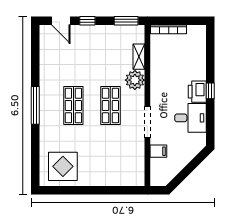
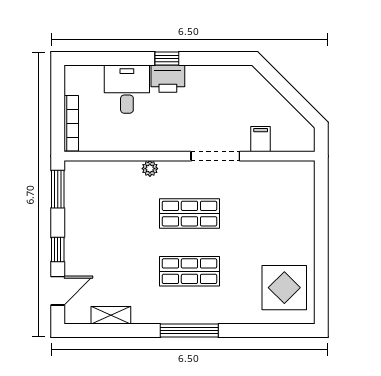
shelving: (139, 57) -> (111, 315), moved
plant: (135, 80) -> (150, 169), width x0.53, depth x0.53
desk: (190, 118) -> (127, 89), moved

